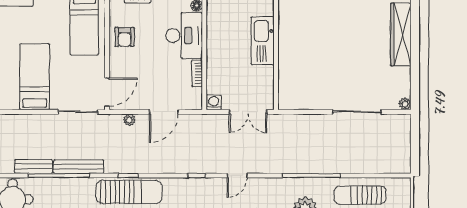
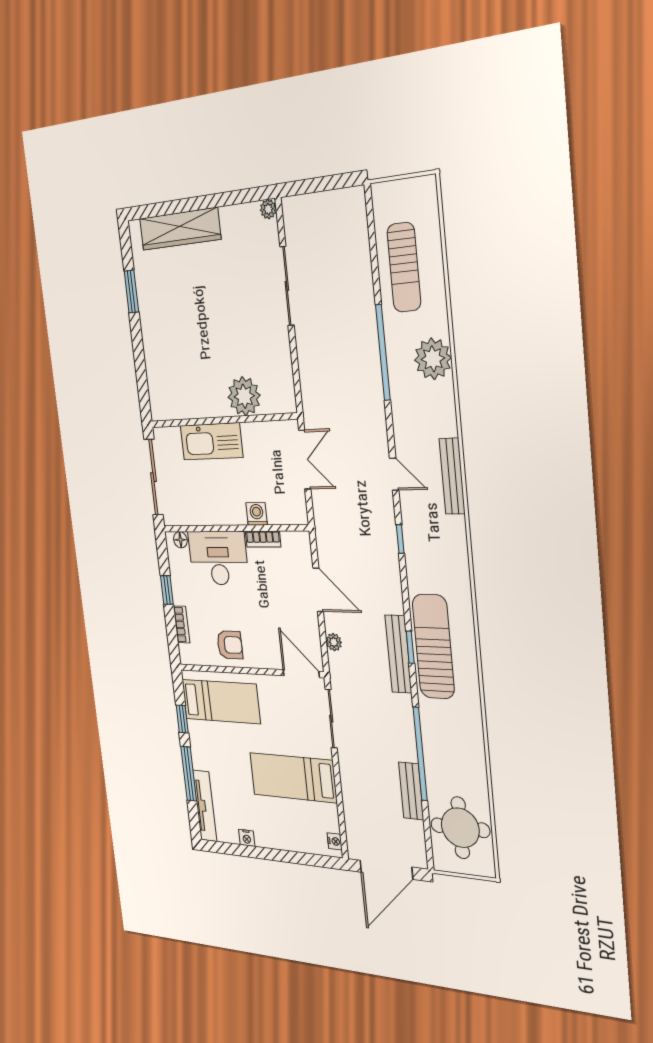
plant: (291, 71) -> (244, 396), added
washing machine: (214, 102) -> (257, 514), moved, turned 90
bench: (79, 167) -> (398, 654), moved

